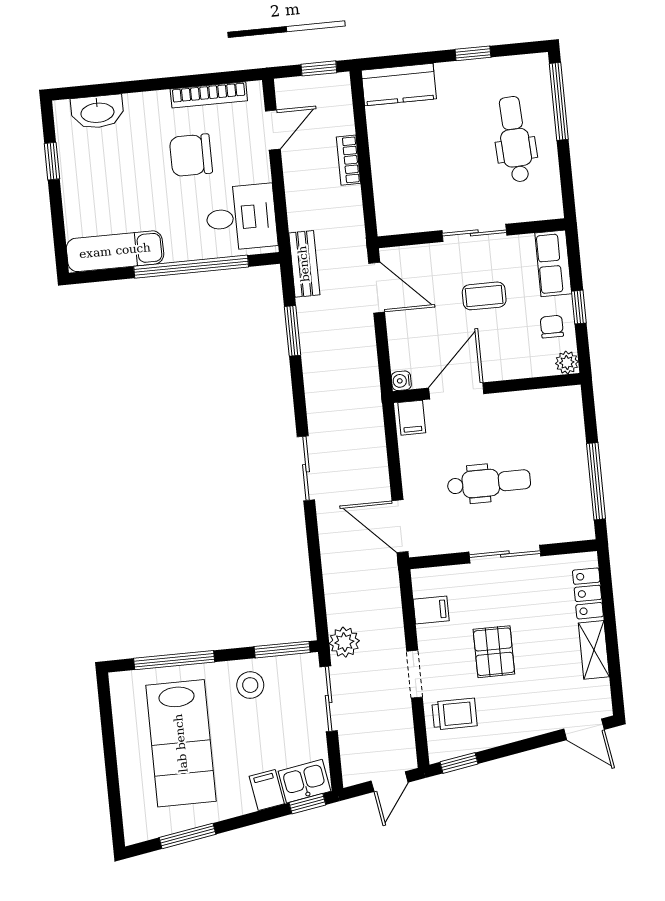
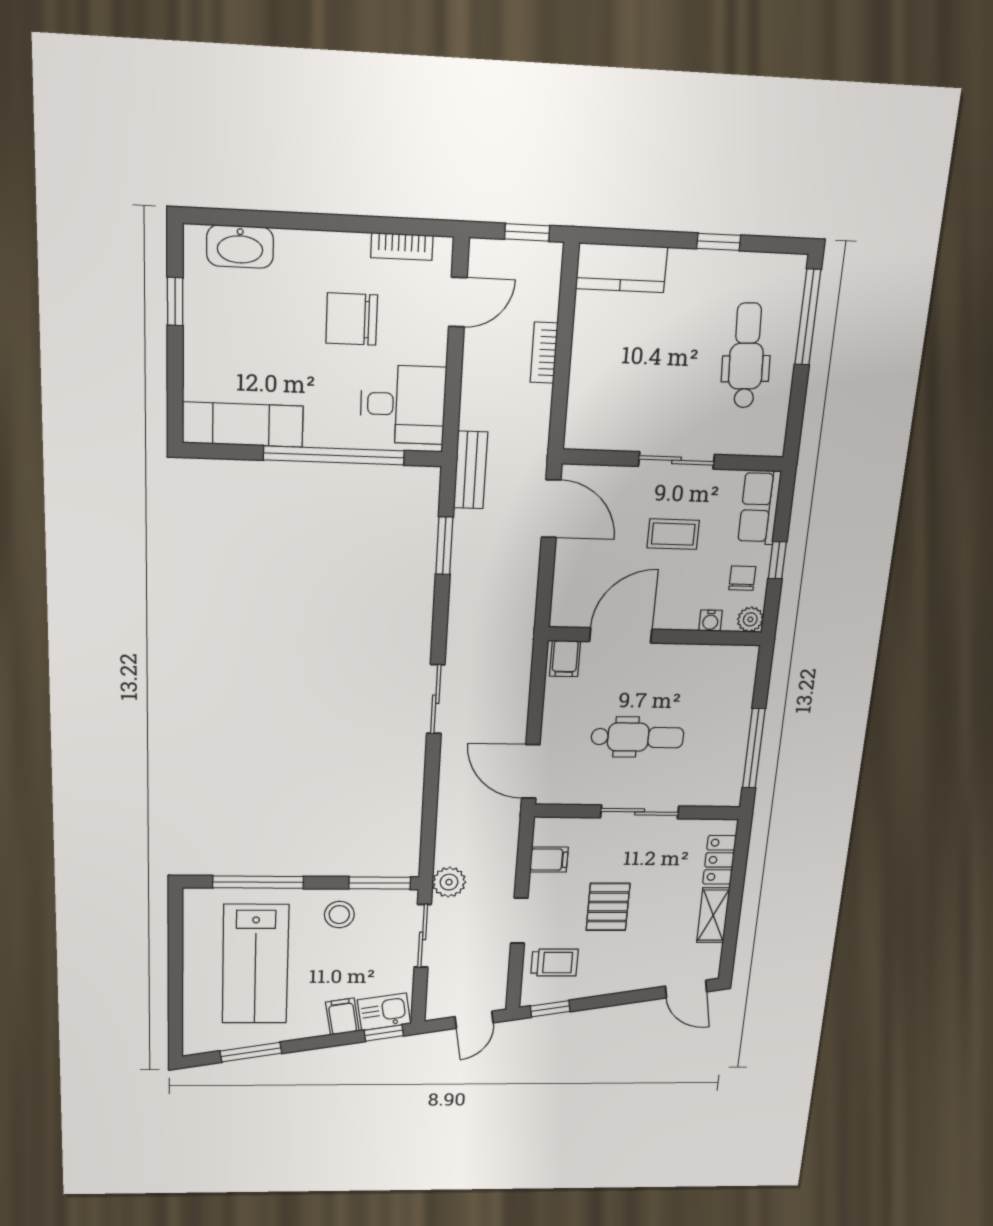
bookcase: (209, 95) -> (402, 246), width x0.64
water cooler: (401, 381) -> (710, 621), moved, turned -90

